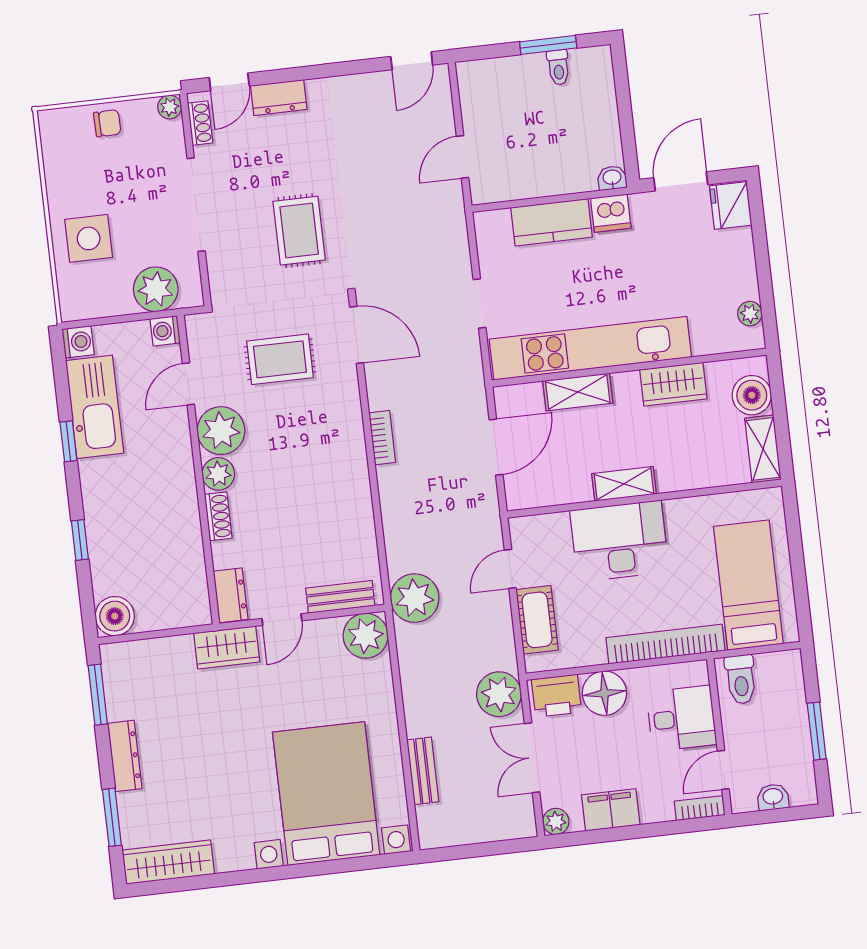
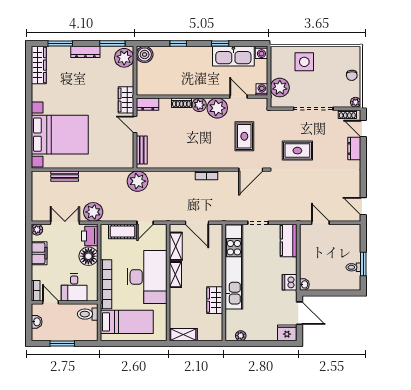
kitchen counter: (552, 222) -> (289, 240), moved
shelving: (578, 392) -> (176, 246), moved
boiler: (752, 395) -> (206, 333), removed
desk: (619, 541) -> (147, 277), width x1.36, depth x1.30
door: (510, 569) -> (145, 223), swing flipped
plant: (366, 636) -> (124, 58), moved

